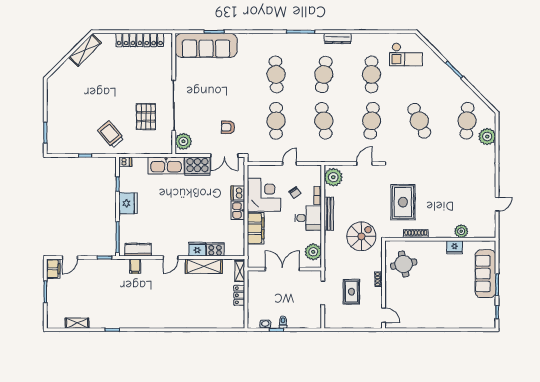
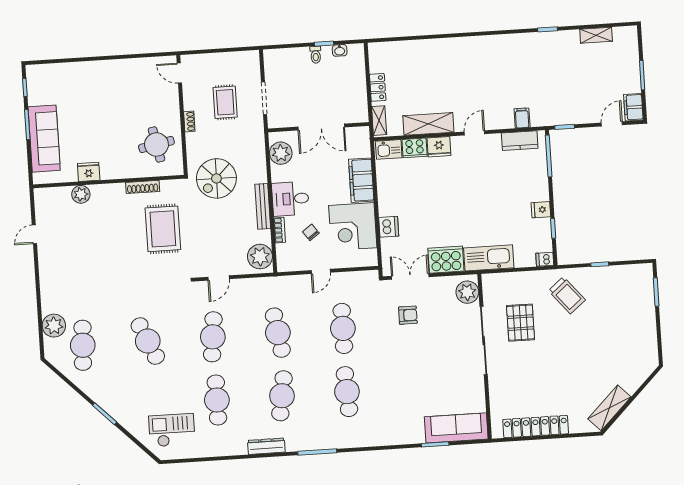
sofa: (206, 45) -> (456, 428), width x0.74, depth x0.79
fridge: (128, 203) -> (541, 210), width x0.53, depth x0.75
kitchen sink: (238, 210) -> (389, 149), moved, turned 90

